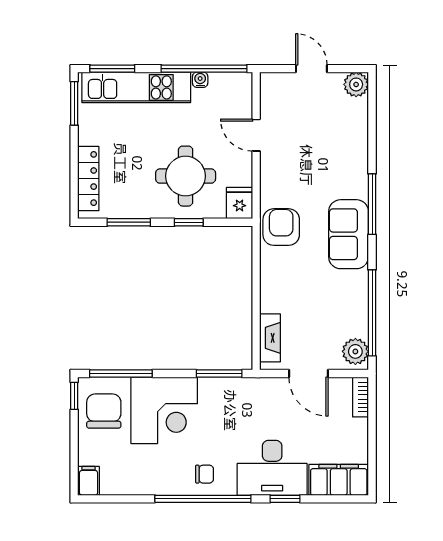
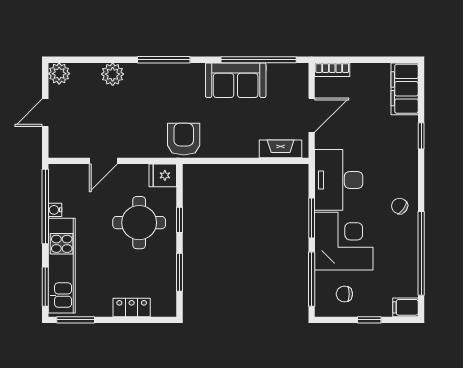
locker: (88, 179) -> (132, 307), width x0.66
armchair: (281, 227) -> (184, 139), turned 90
sofa: (349, 234) -> (236, 80), moved
plant: (355, 351) -> (113, 74), moved
window: (219, 374) -> (312, 218), moved
window: (74, 396) -> (369, 320), moved
chair: (104, 411) -> (344, 294), width x0.54, depth x0.54
desk: (272, 468) -> (339, 180), moved, turned 180
chair: (205, 474) -> (400, 206), turned -54
window: (203, 499) -> (421, 253), moved

